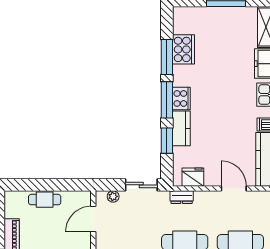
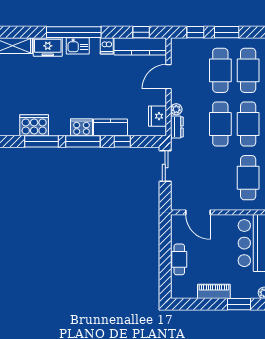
window: (167, 141) -> (122, 141), width x0.67
plant: (113, 196) -> (176, 109), moved

